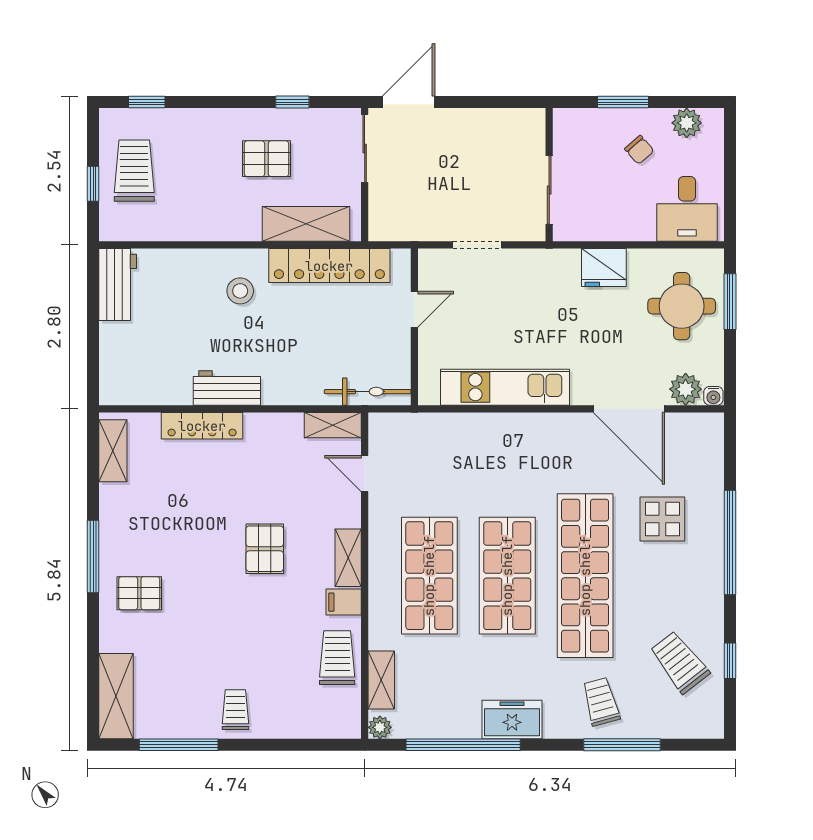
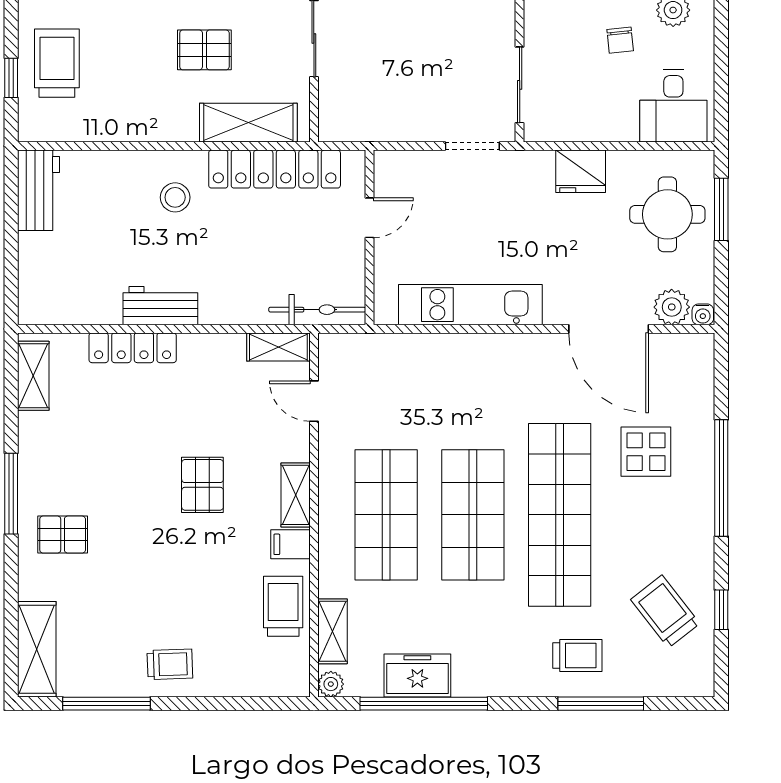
chair: (639, 150) -> (620, 40), turned 35
doorway: (477, 245) -> (472, 146), moved
trolley: (601, 702) -> (577, 655), turned 105
trolley: (235, 710) -> (170, 664), turned 88
freezer: (512, 720) -> (417, 675), moved

